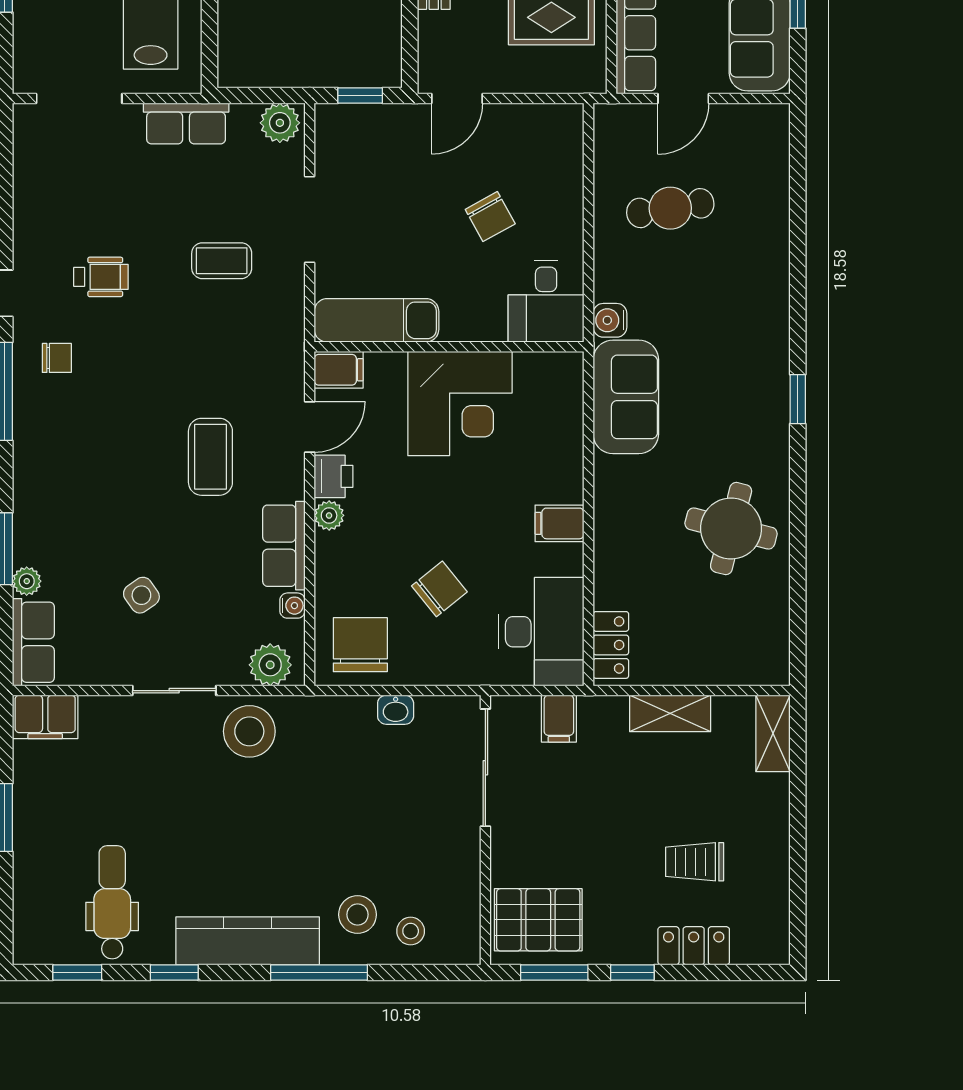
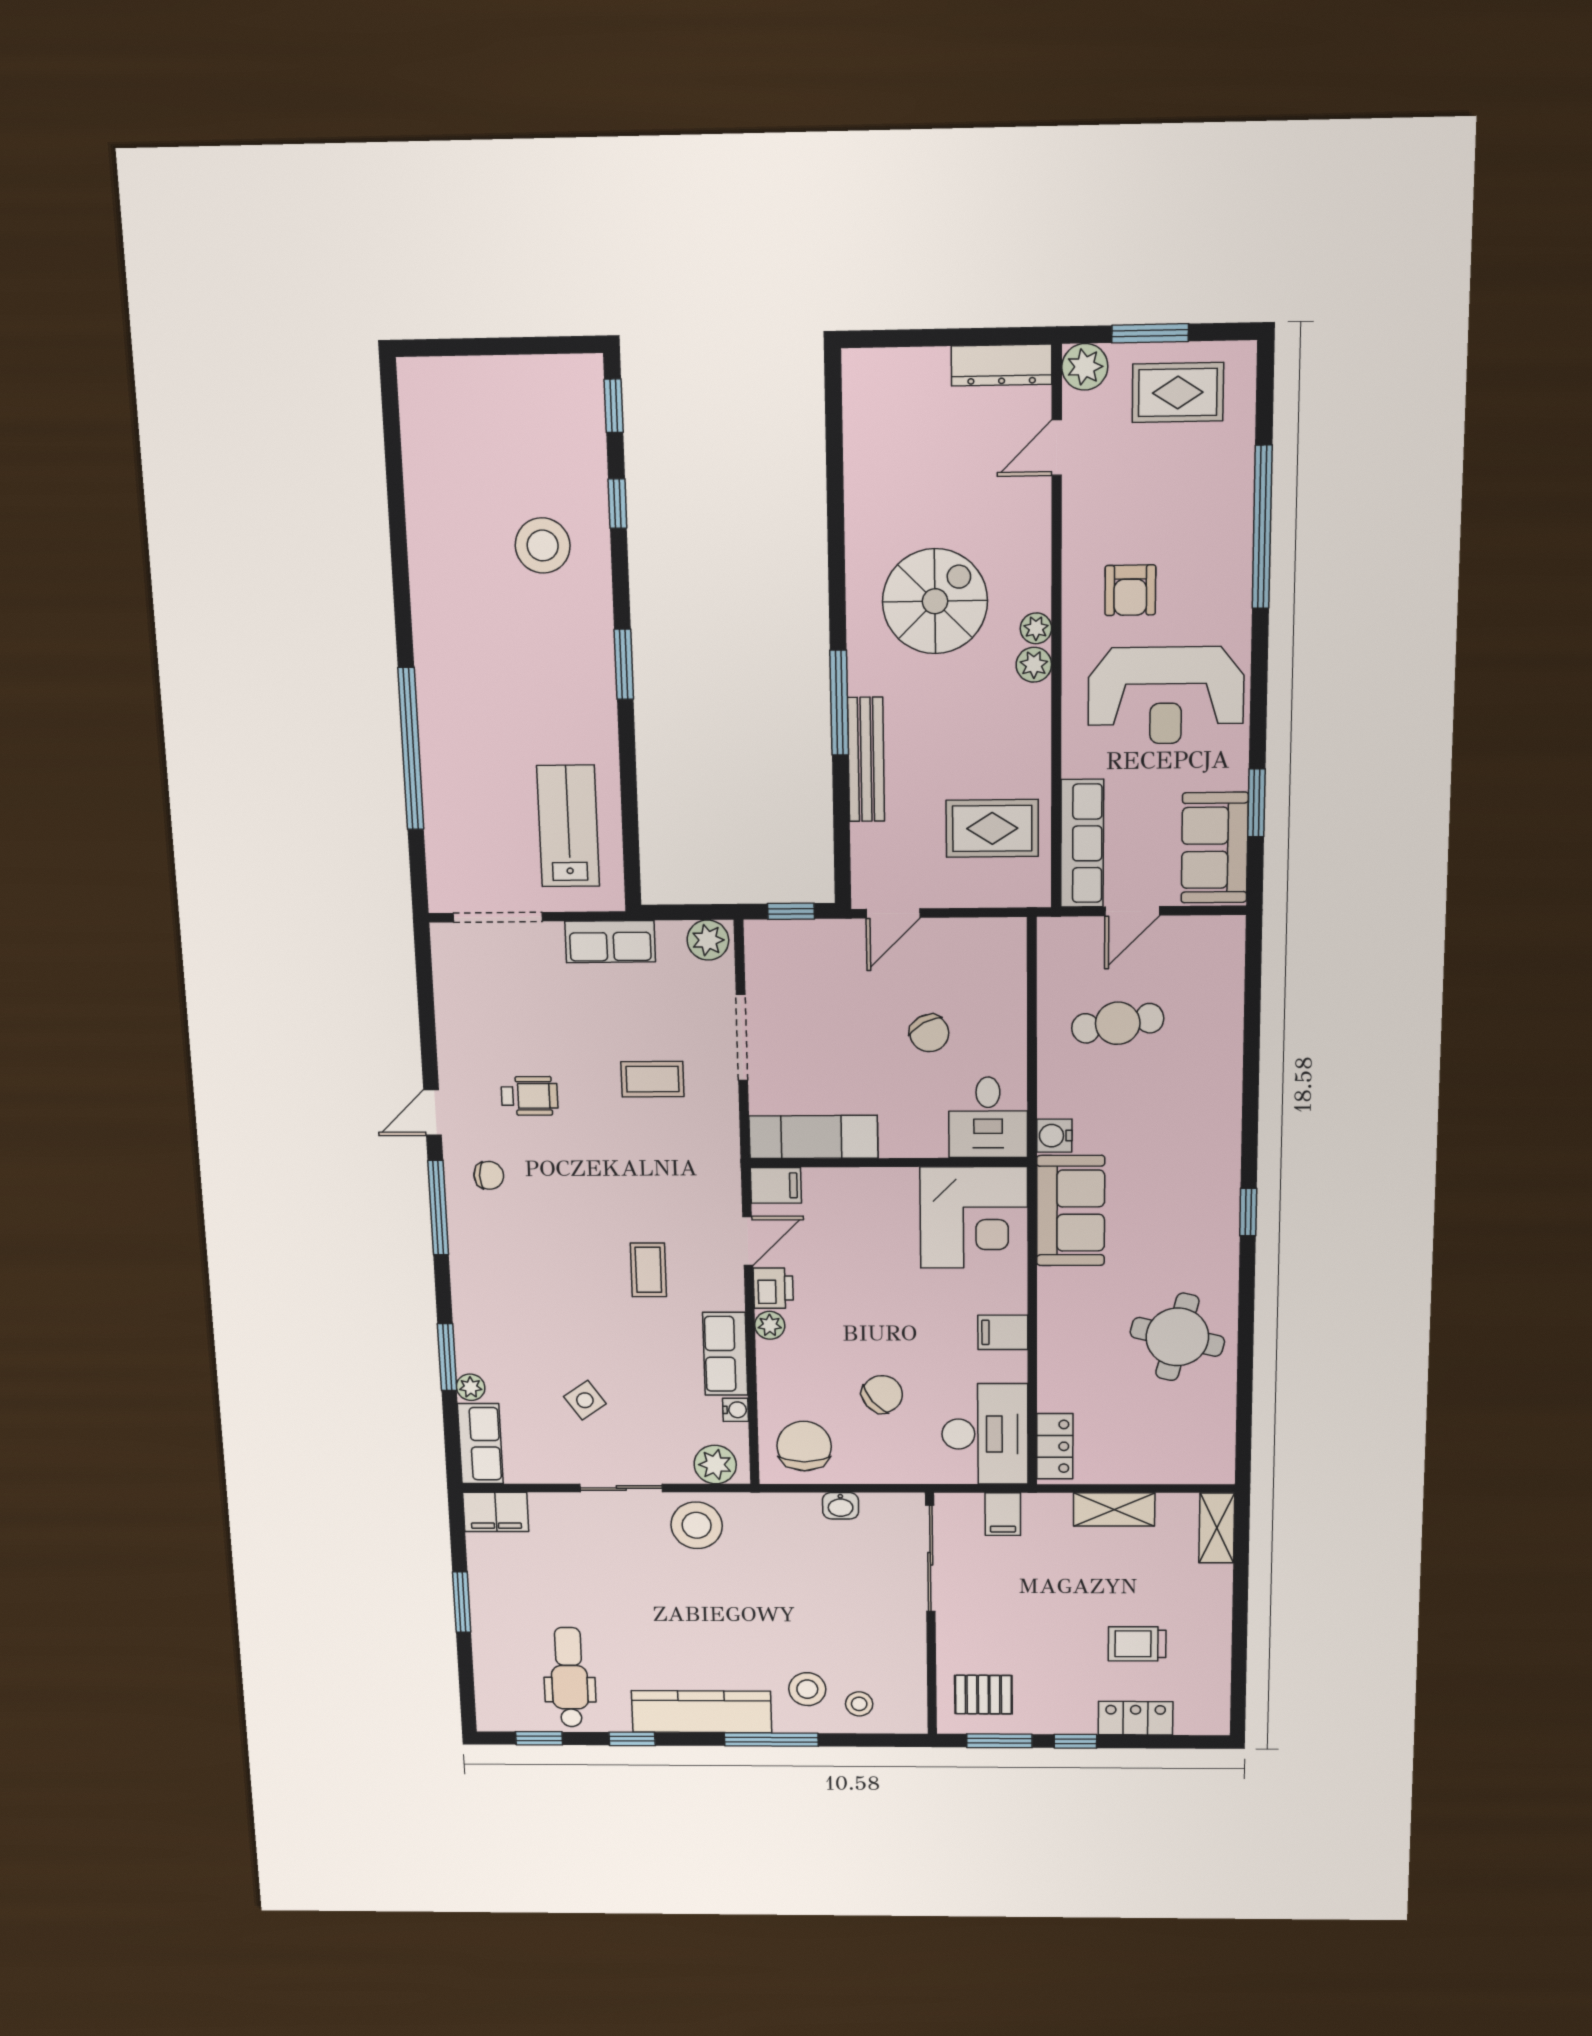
corner desk: (460, 404) -> (974, 1217), moved
coffee table: (210, 457) -> (648, 1270), width x0.73, depth x0.77
pallet: (538, 920) -> (983, 1695), width x0.67, depth x0.71

